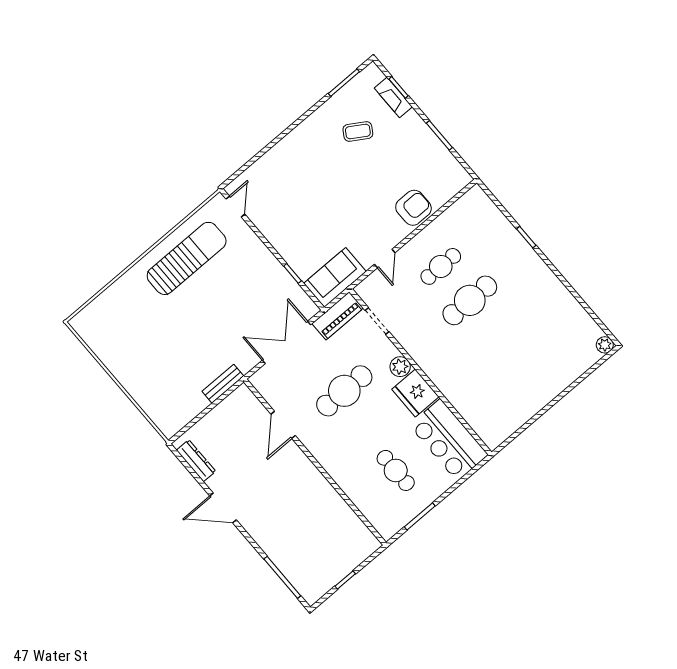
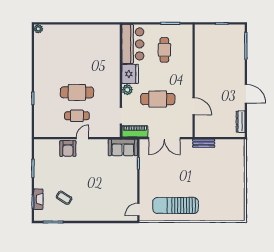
armchair: (413, 208) -> (68, 148), turned -90
door: (385, 258) -> (83, 138), moved
door: (283, 425) -> (194, 106), hinge flipped

